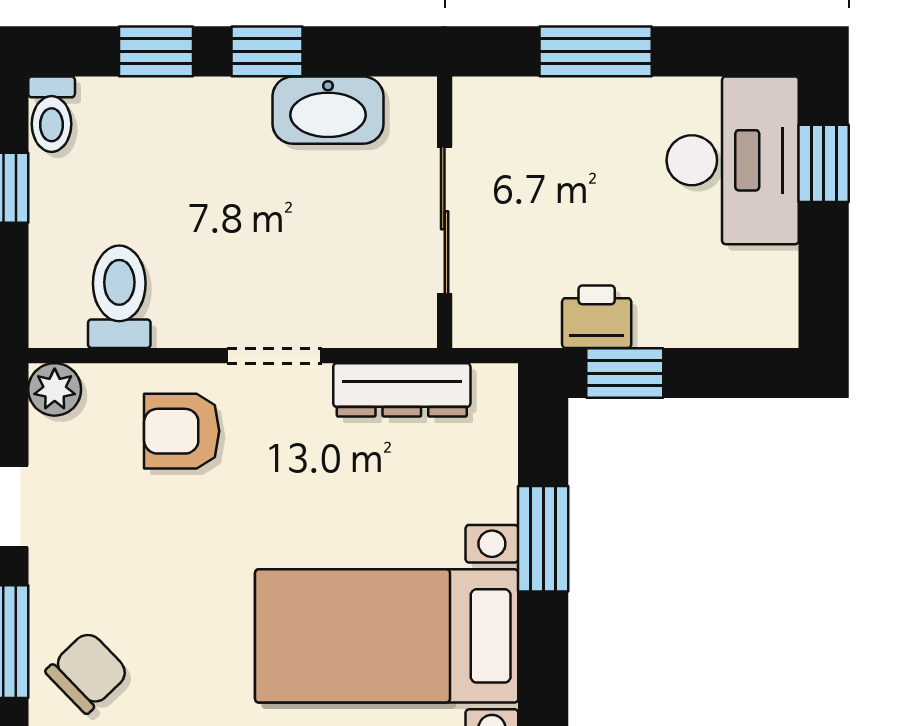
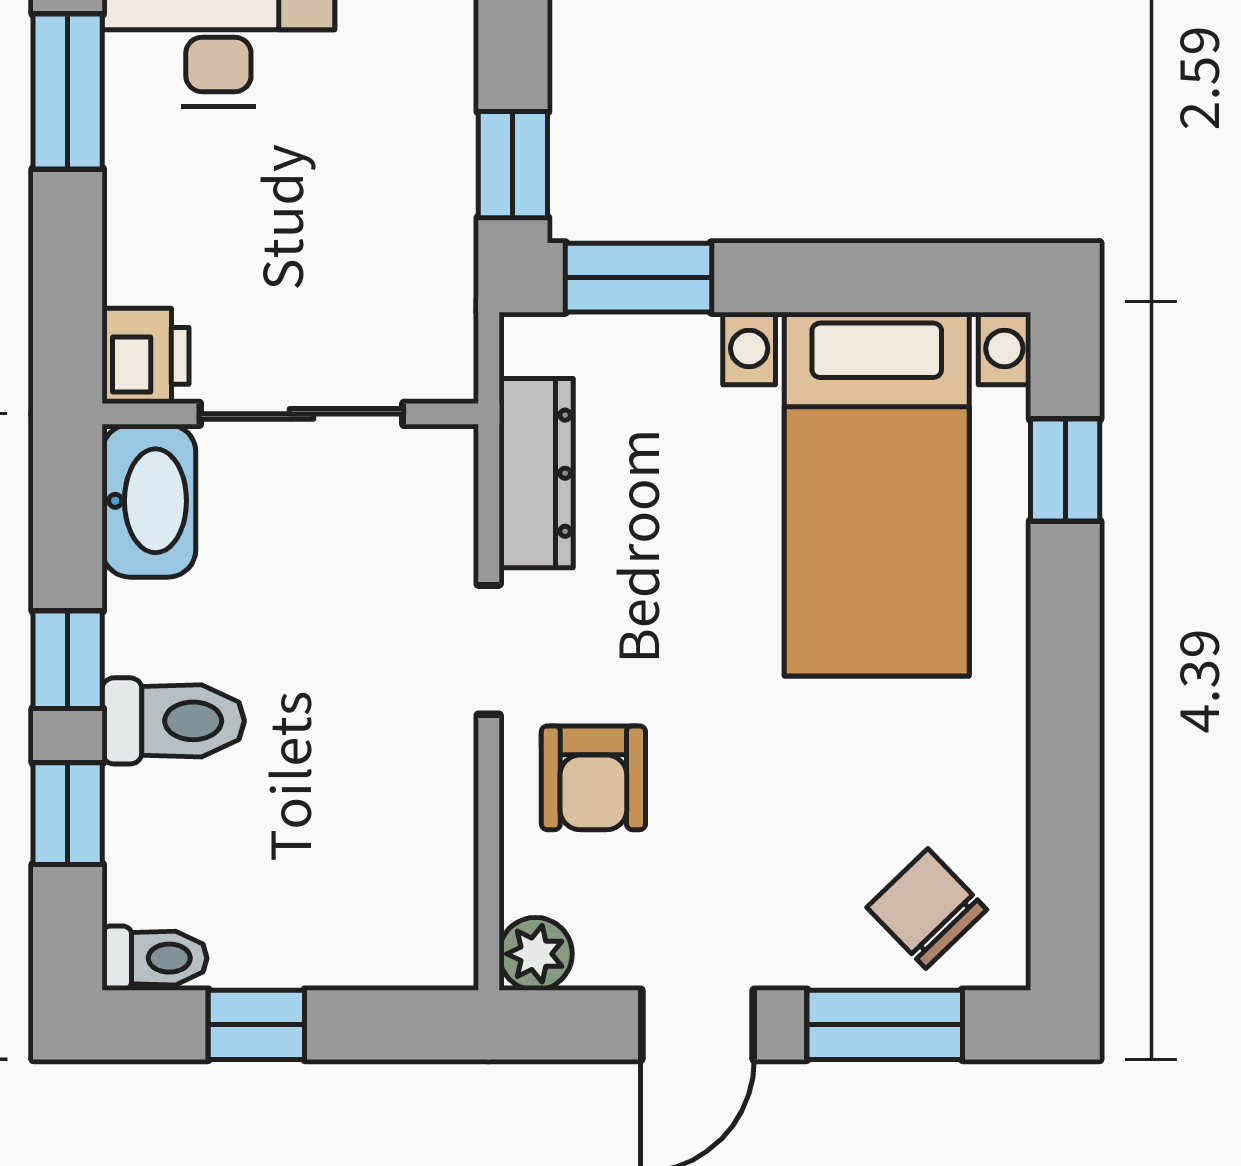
window: (596, 51) -> (68, 92), moved
washbasin: (328, 110) -> (149, 501), moved
toilet: (119, 297) -> (173, 721), moved, turned 180
printer: (597, 317) -> (145, 356), moved, turned 180
window: (543, 539) -> (638, 278), moved

